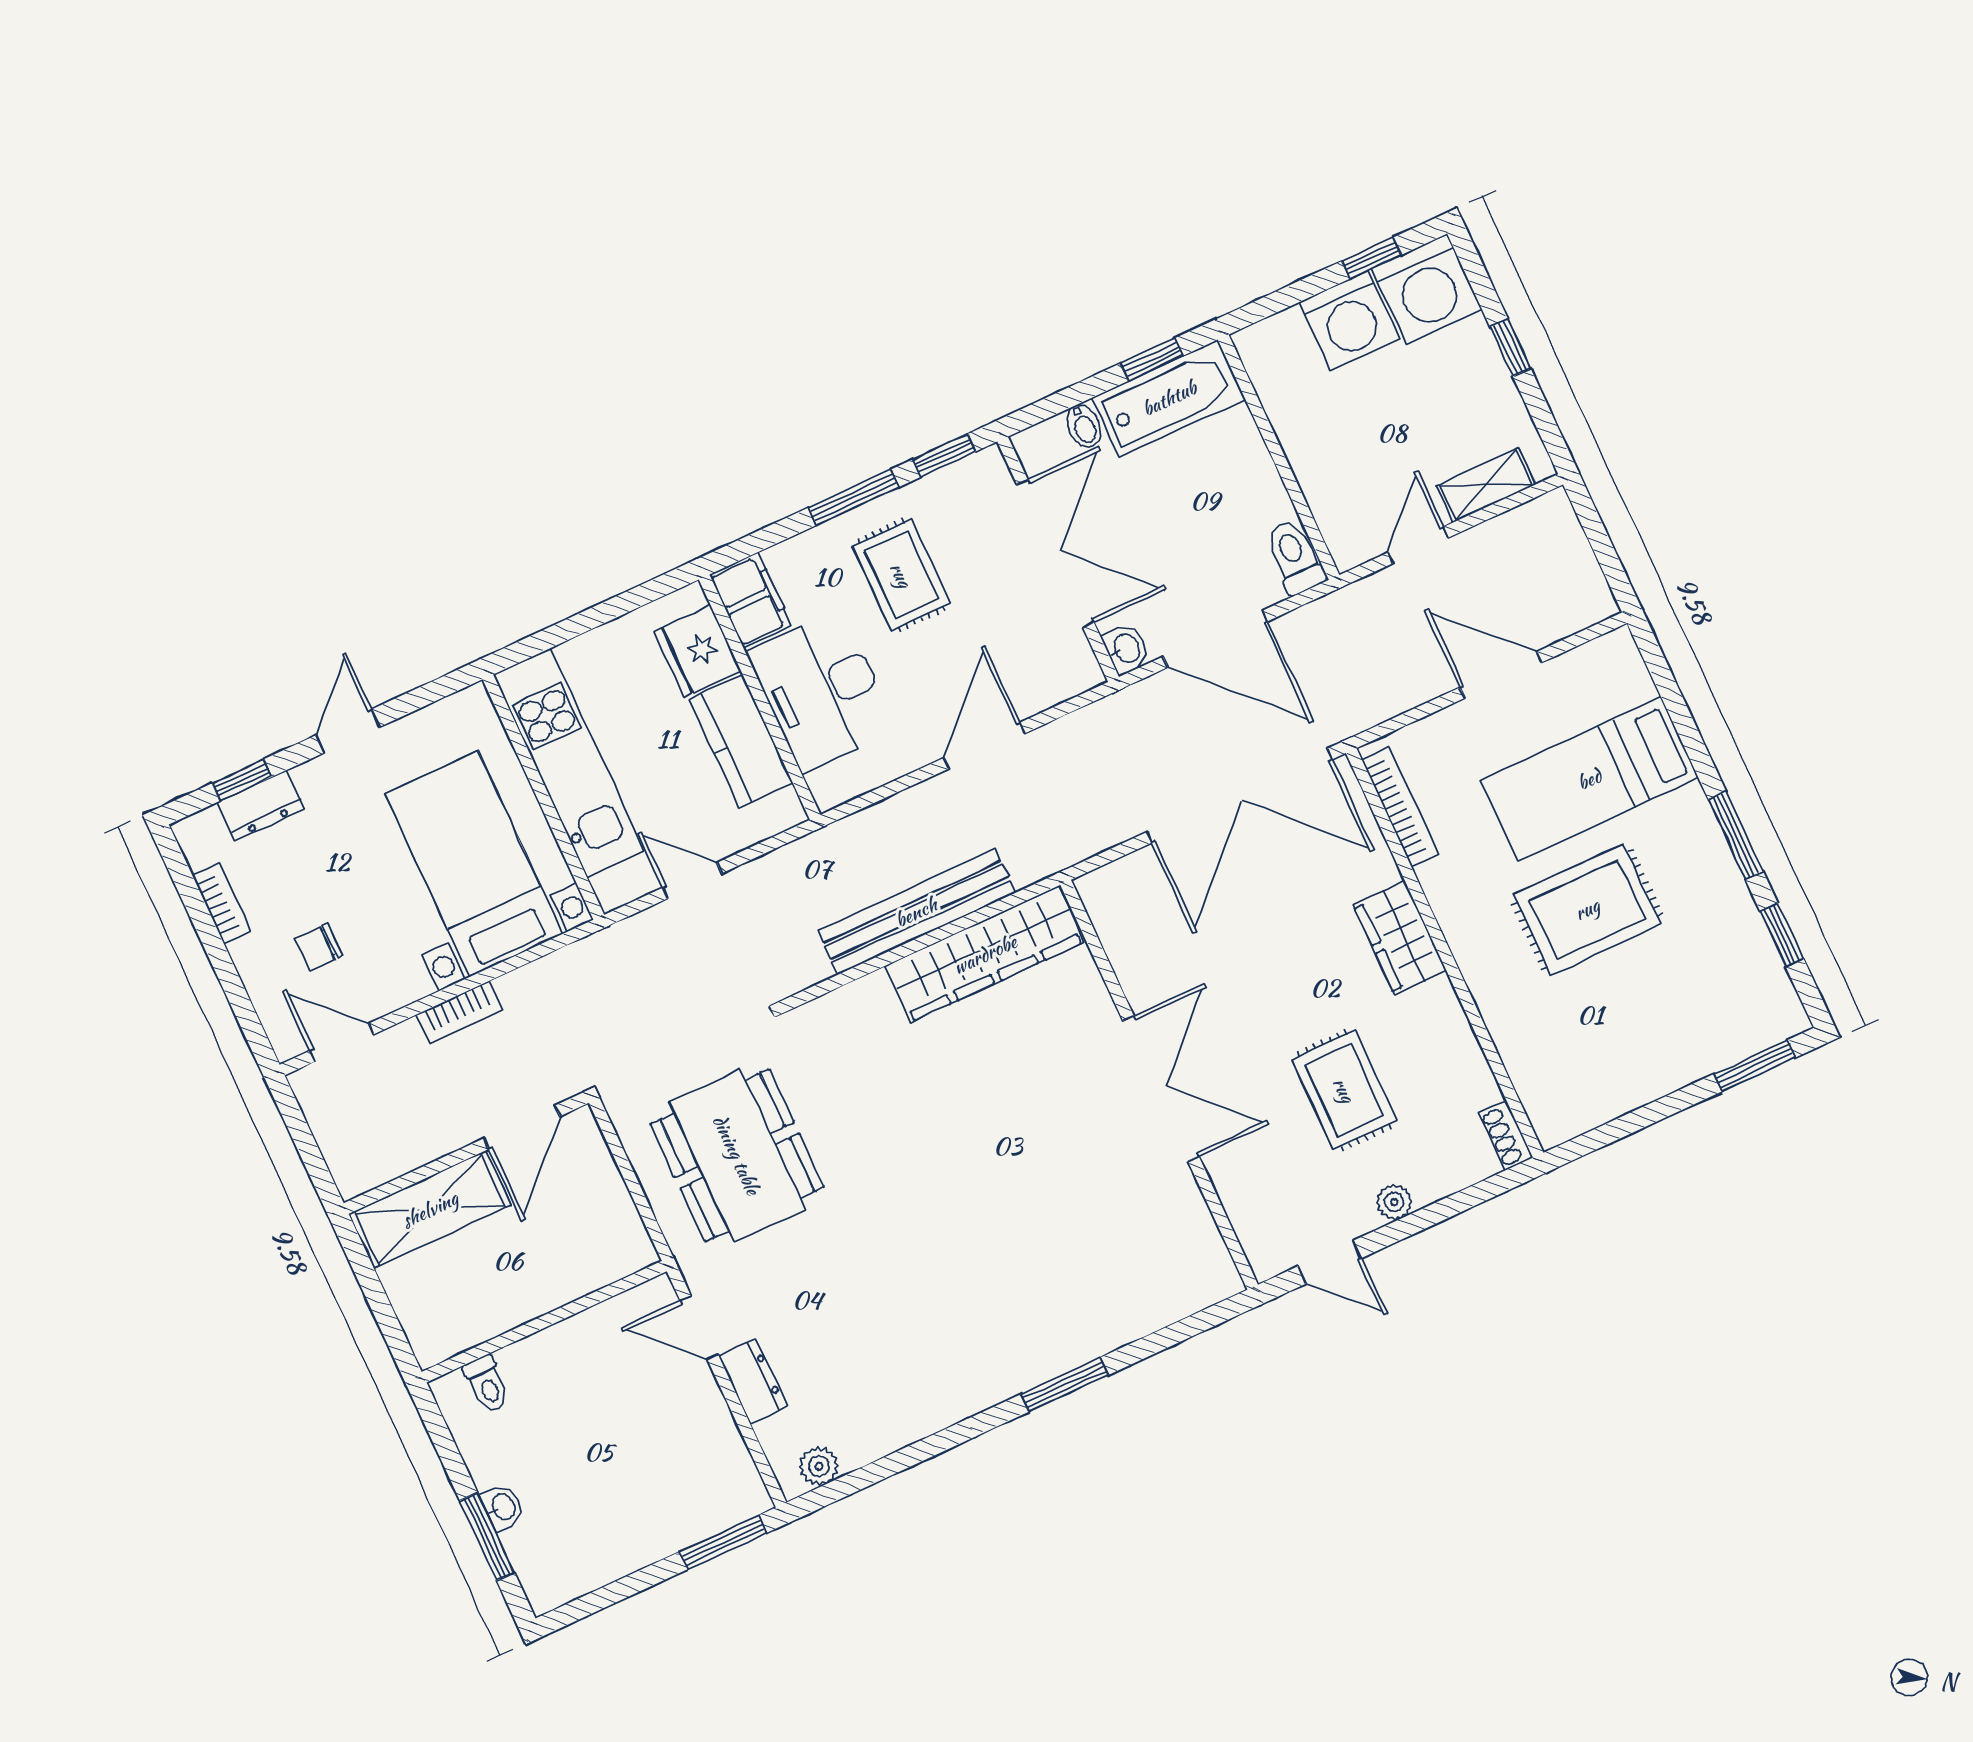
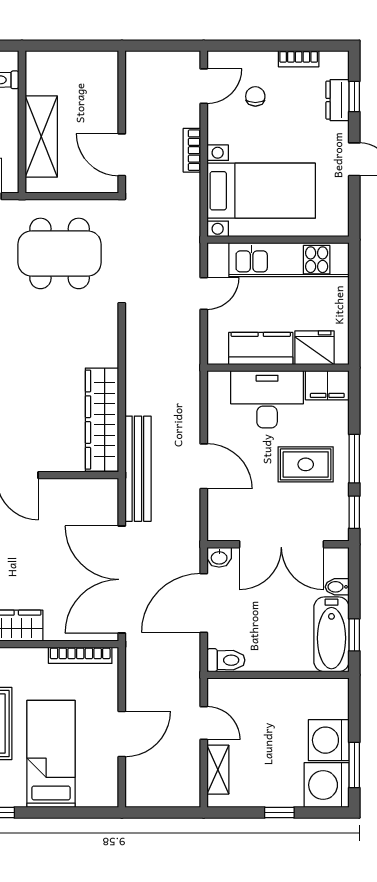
window: (1371, 258) -> (354, 765), width x1.50
bench: (916, 912) -> (138, 469), moved
shelving: (430, 1209) -> (41, 137), moved

